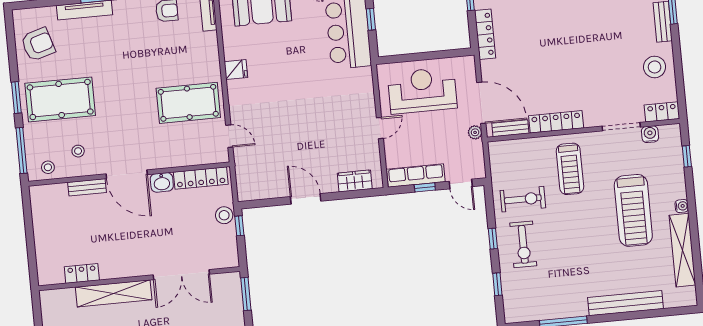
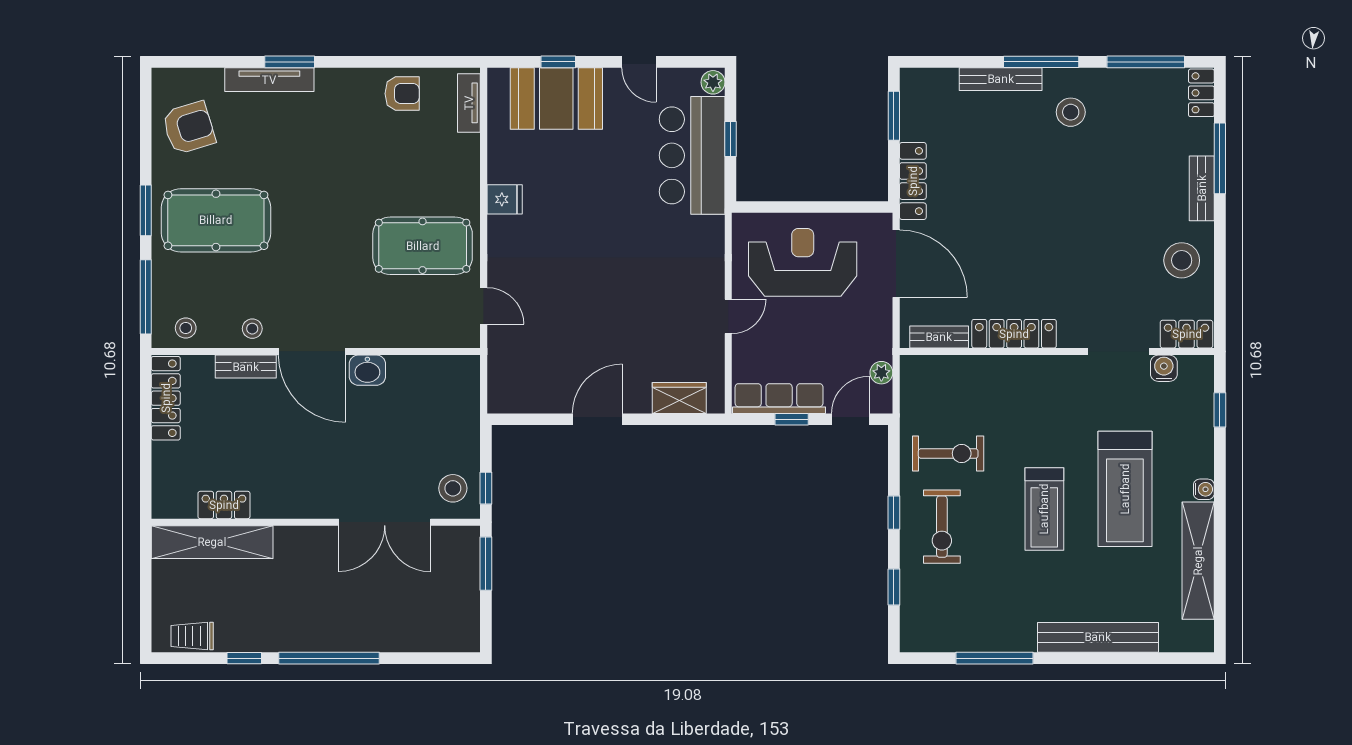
door: (481, 103) -> (896, 264), moved
plant: (475, 132) -> (881, 373), moved
stool: (78, 151) -> (252, 329), moved
treadmill: (570, 169) -> (1044, 509), moved
locker: (201, 178) -> (166, 398), moved, turned -90
door: (461, 184) -> (850, 419), swing flipped
door: (306, 199) -> (597, 419), hinge flipped
stool: (224, 215) -> (453, 488), moved
window: (239, 226) -> (486, 488), moved
shelving: (114, 293) -> (212, 542), moved

